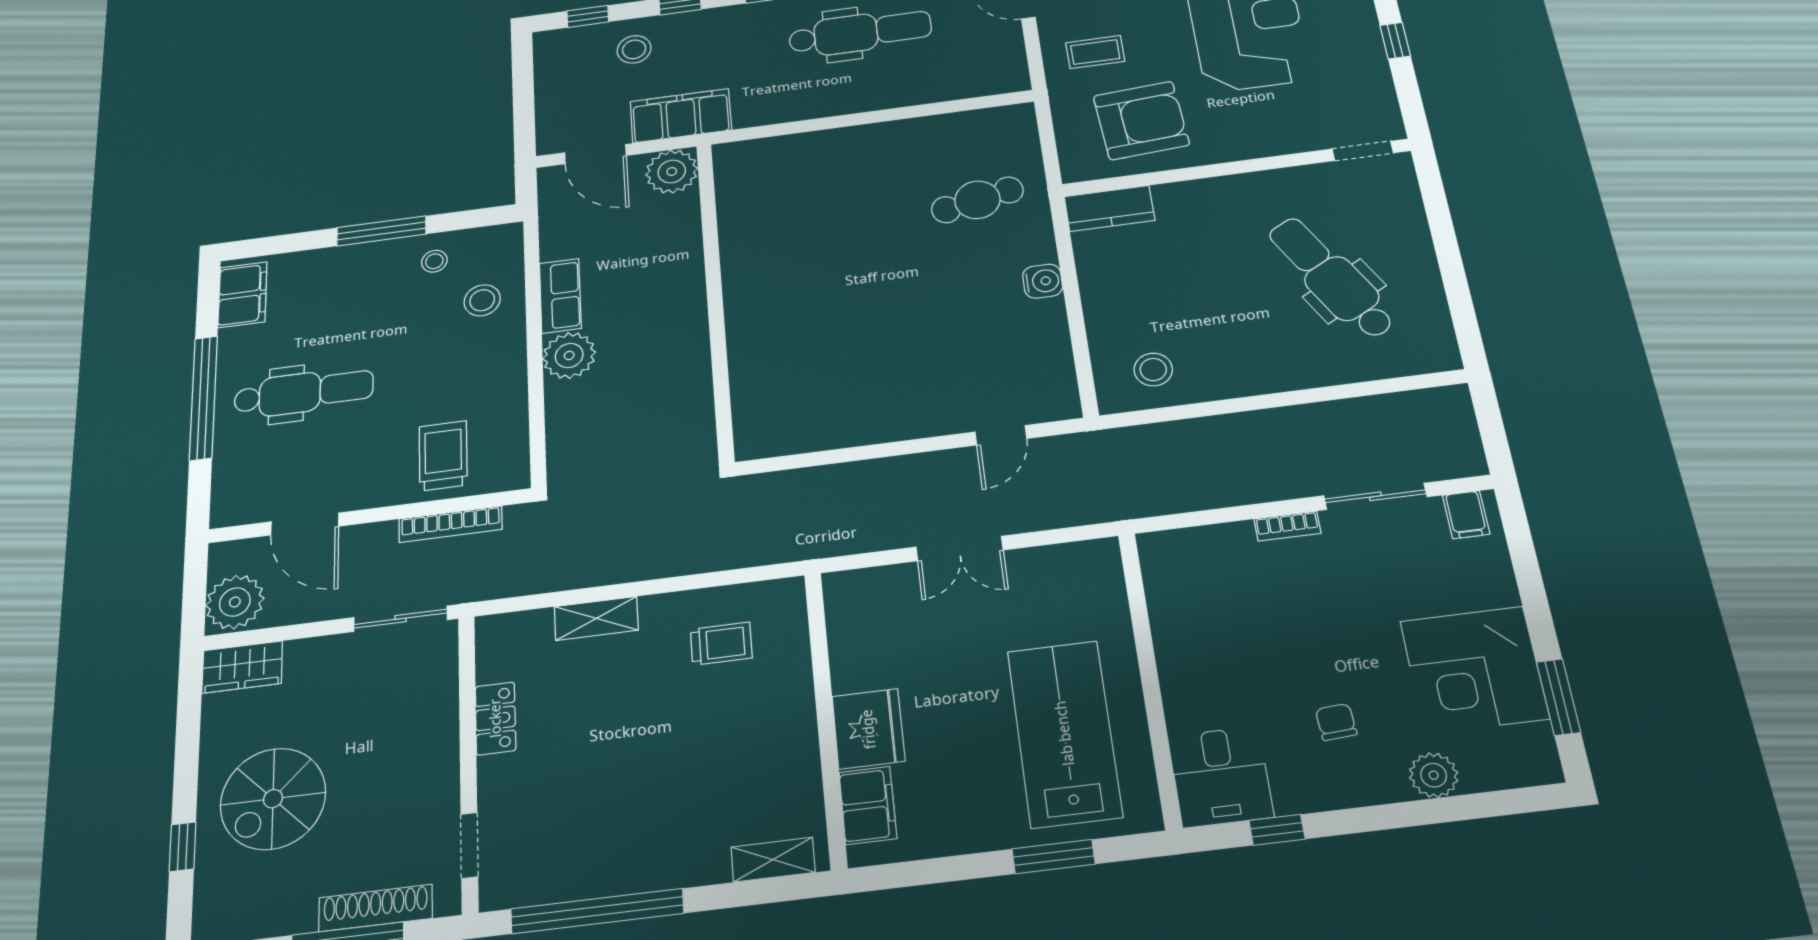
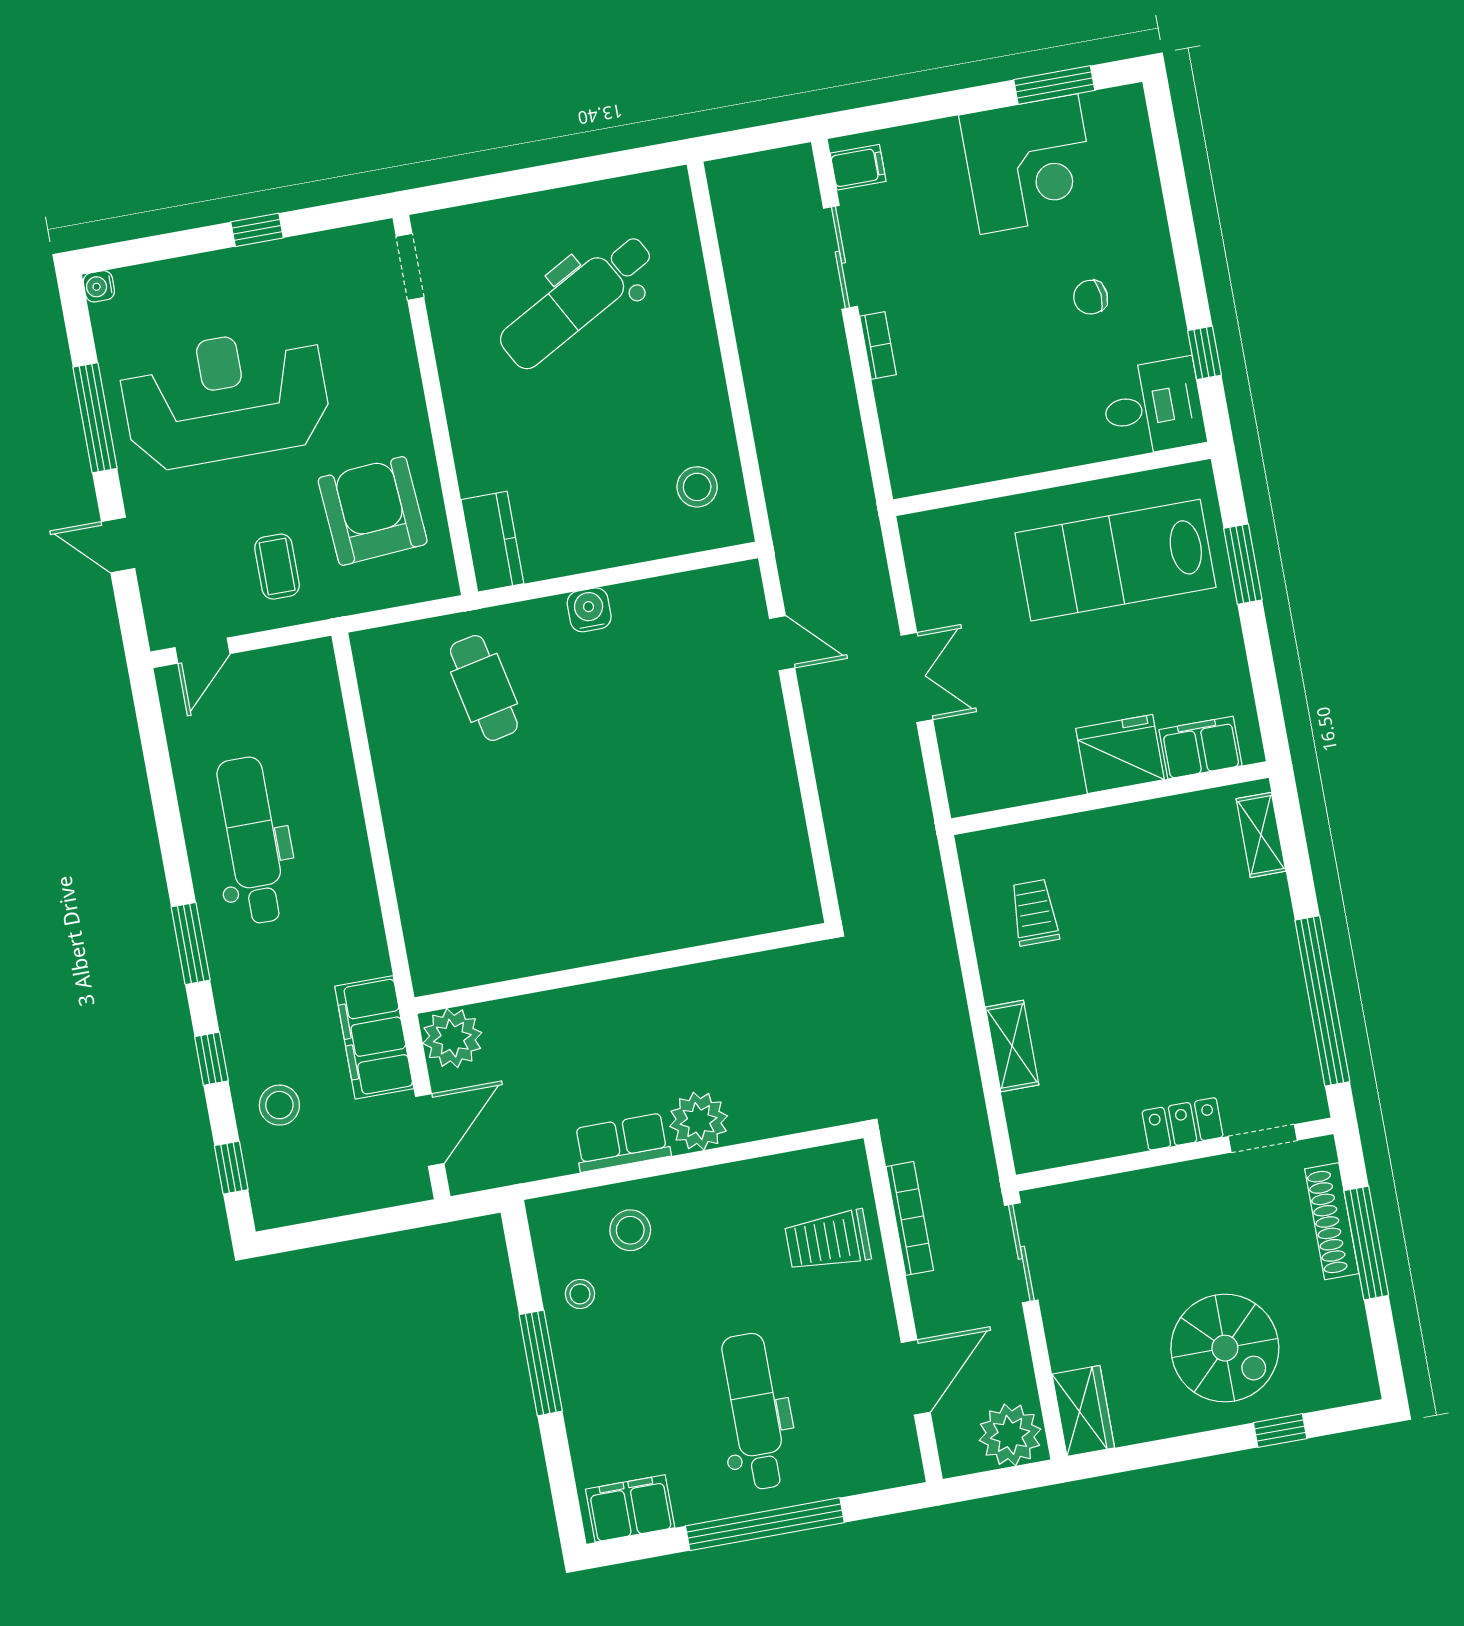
locker: (495, 718) -> (1183, 1124), moved
plant: (1434, 775) -> (1141, 205), removed

